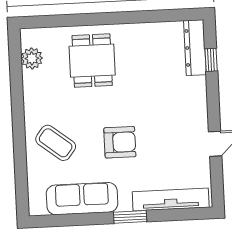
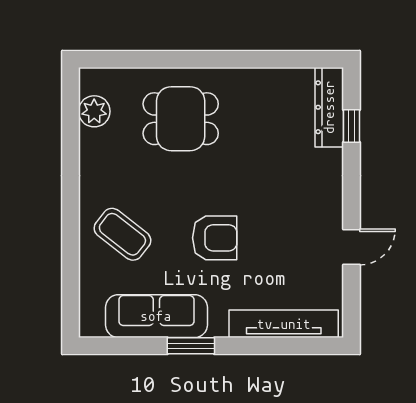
dining table: (92, 61) -> (181, 119), turned 90
window: (130, 217) -> (191, 346), moved

